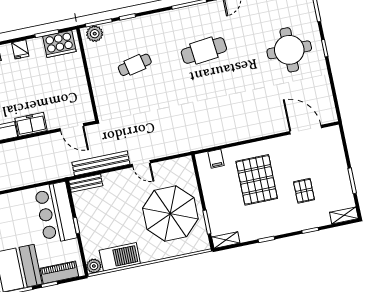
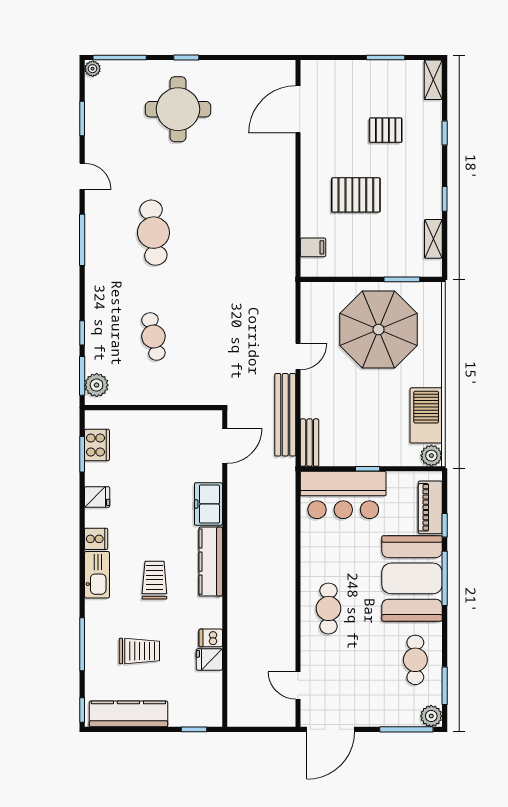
cooker: (59, 44) -> (97, 445), width x0.73, depth x0.76
pallet: (257, 180) -> (356, 195), width x0.73, depth x0.71
shelving: (226, 240) -> (433, 239), moved

